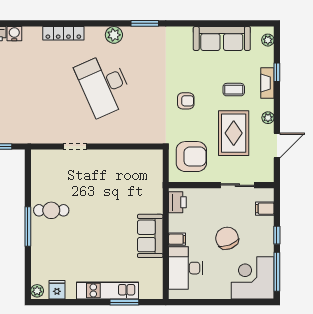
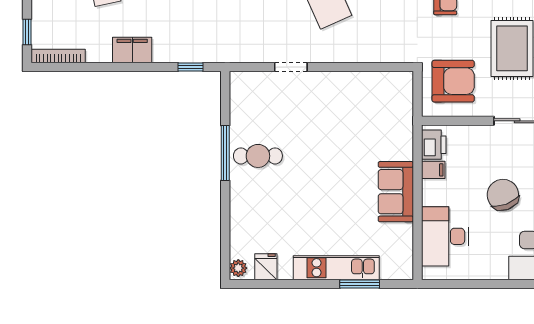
window: (28, 226) -> (225, 153), moved
filing cabinet: (177, 239) -> (433, 170), moved

